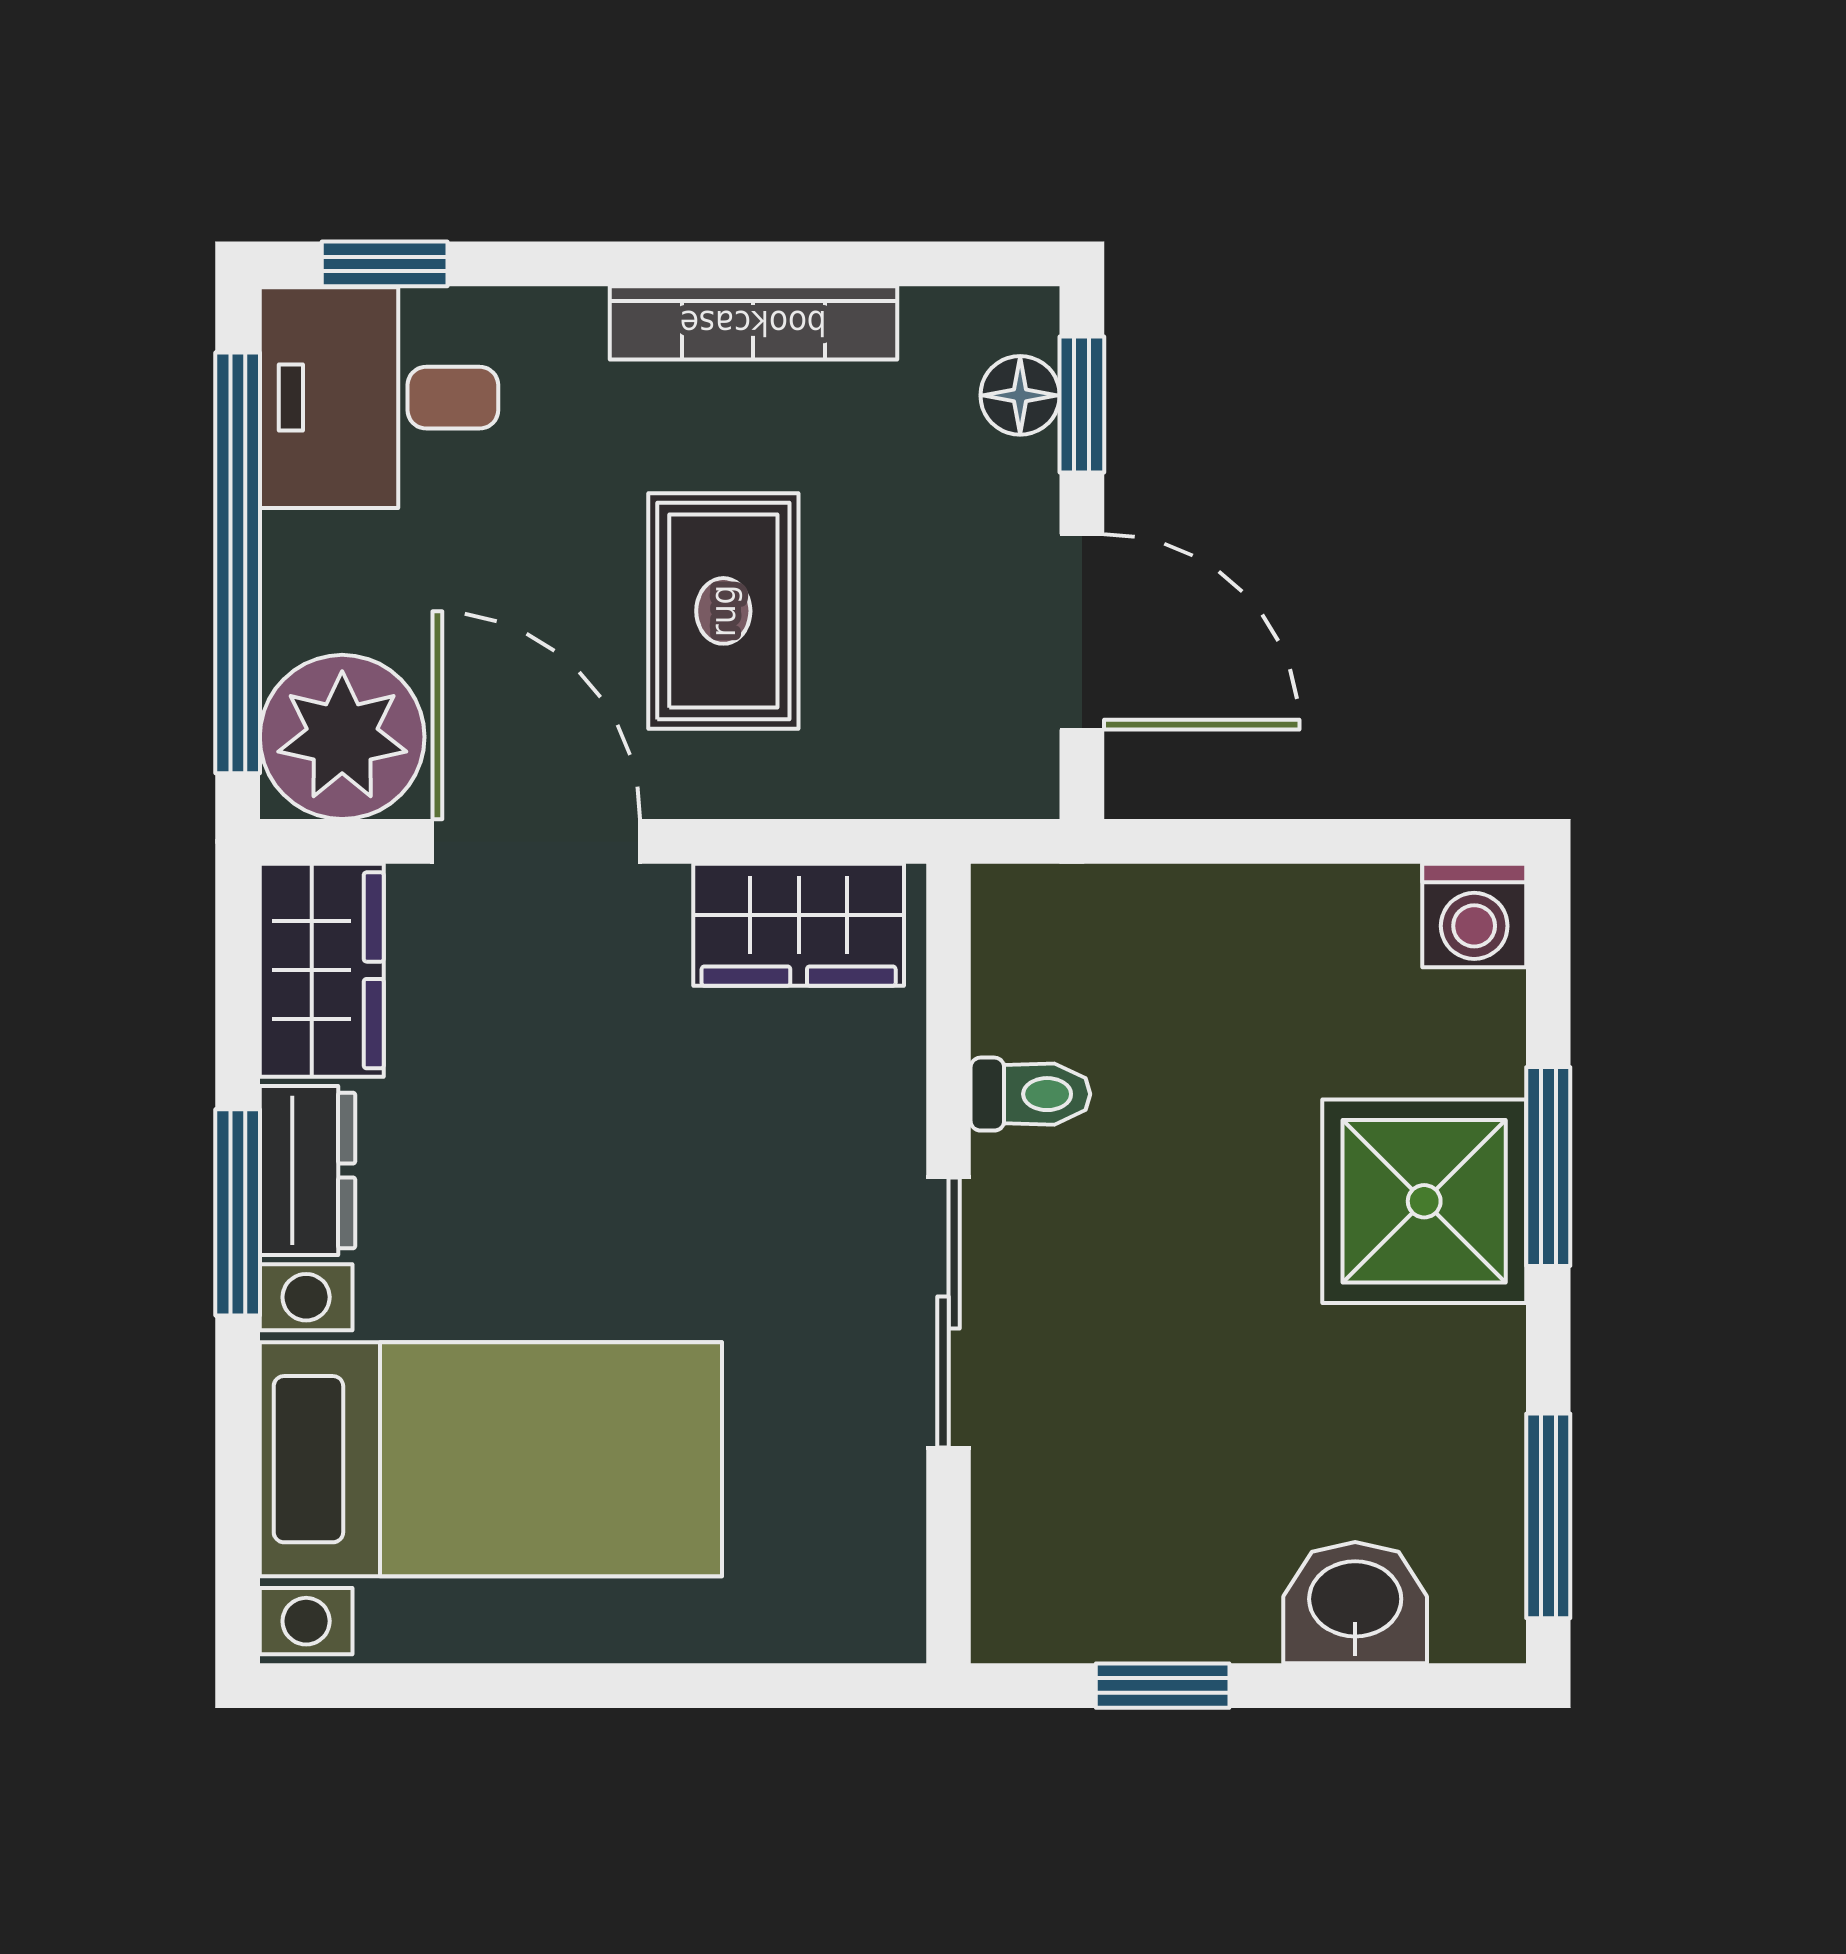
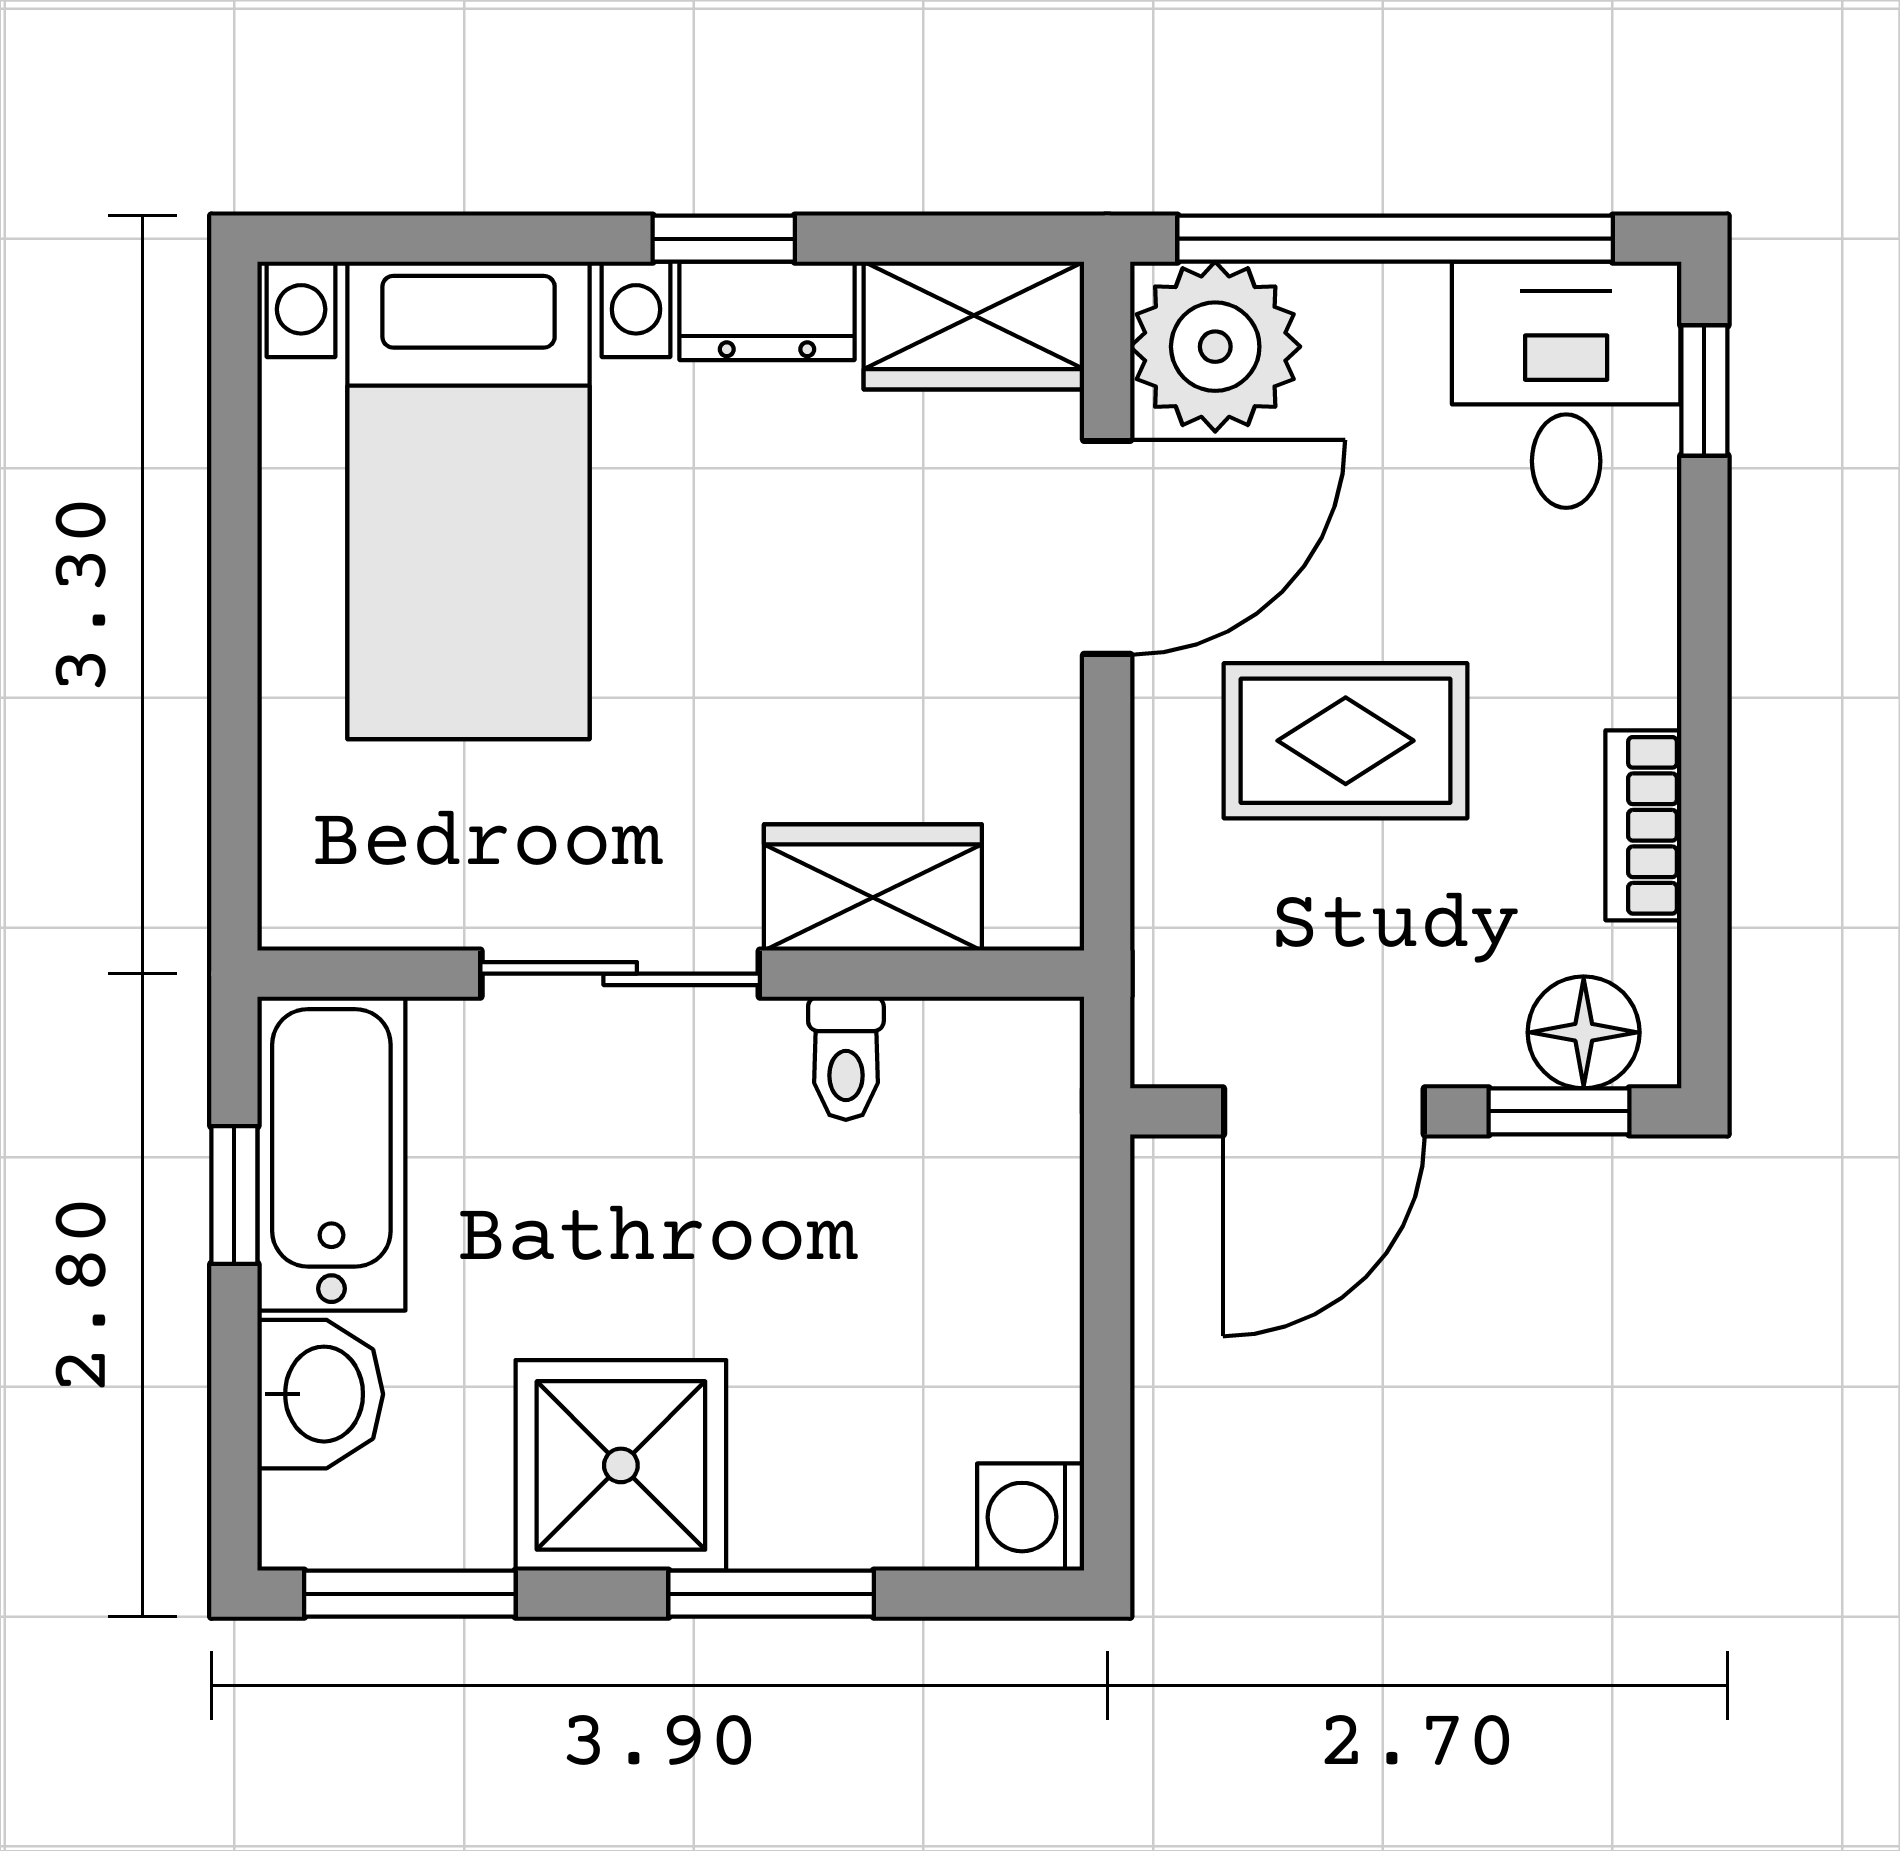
bookcase: (753, 323) -> (1643, 825), width x0.64
floor lamp: (1020, 395) -> (1584, 1032), width x1.37, depth x1.37
wardrobe: (799, 925) -> (873, 887), moved, turned 90
shower: (1424, 1201) -> (621, 1465), moved
window: (238, 1212) -> (724, 239), width x0.67
bathtub: (1123, 1592) -> (331, 1154), added

